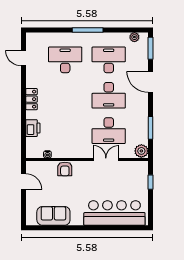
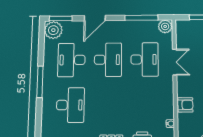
plant: (134, 37) -> (53, 30), width x1.87, depth x1.87
desk: (65, 60) -> (70, 105), turned 180
window: (150, 128) -> (141, 18), width x1.44
double door: (106, 160) -> (175, 62), swing flipped

